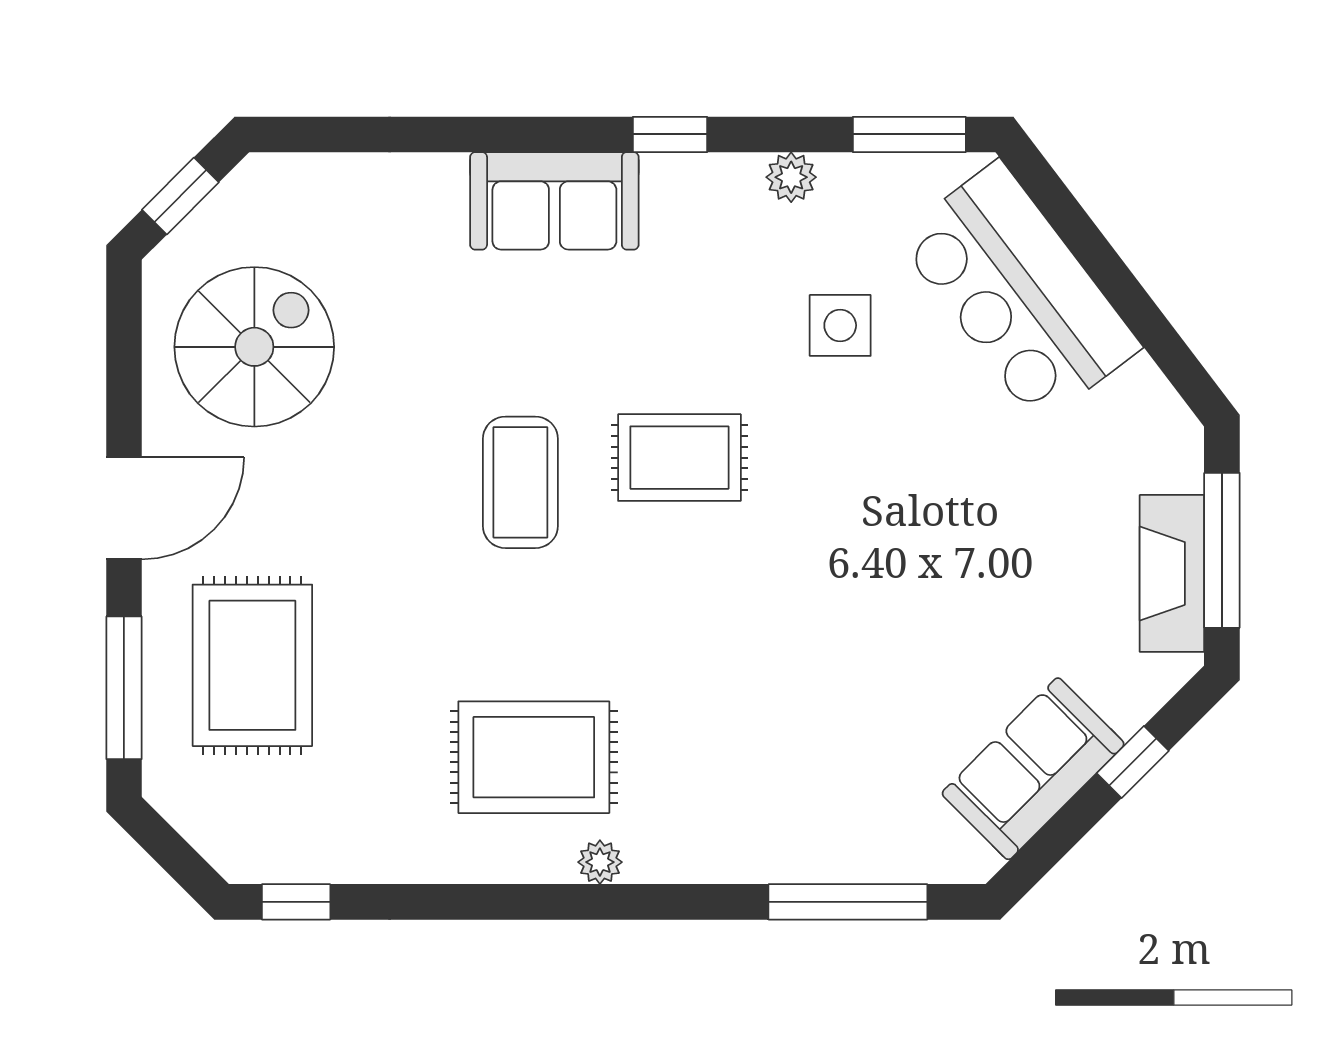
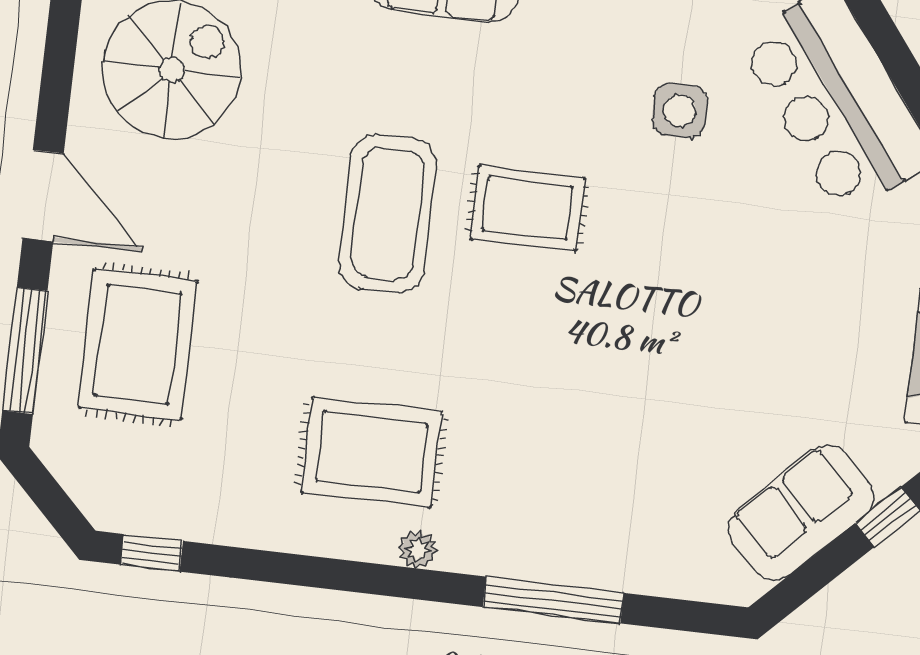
coffee table: (520, 482) -> (388, 214), width x1.36, depth x1.32
door: (124, 508) -> (43, 196), hinge flipped
window: (848, 902) -> (553, 600), moved

